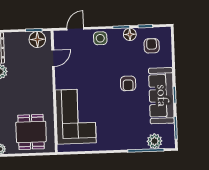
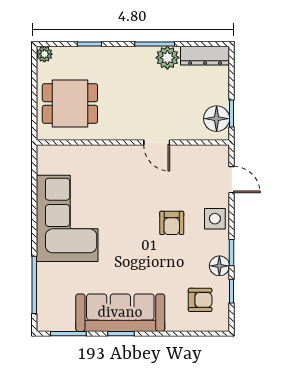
door: (53, 58) -> (157, 143), moved
armchair: (128, 83) -> (172, 223), moved, turned -90
corner sofa: (76, 116) -> (67, 218), moved, turned -90
plant: (155, 141) -> (48, 299), removed

